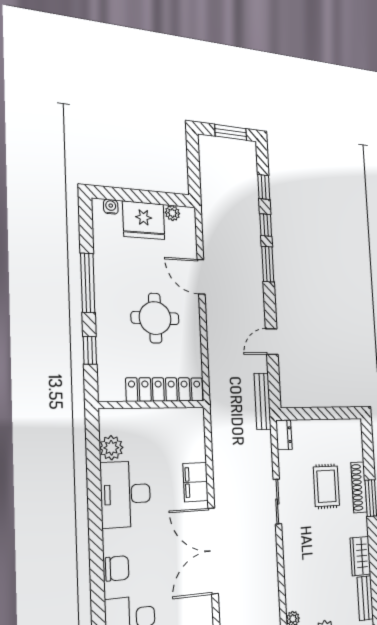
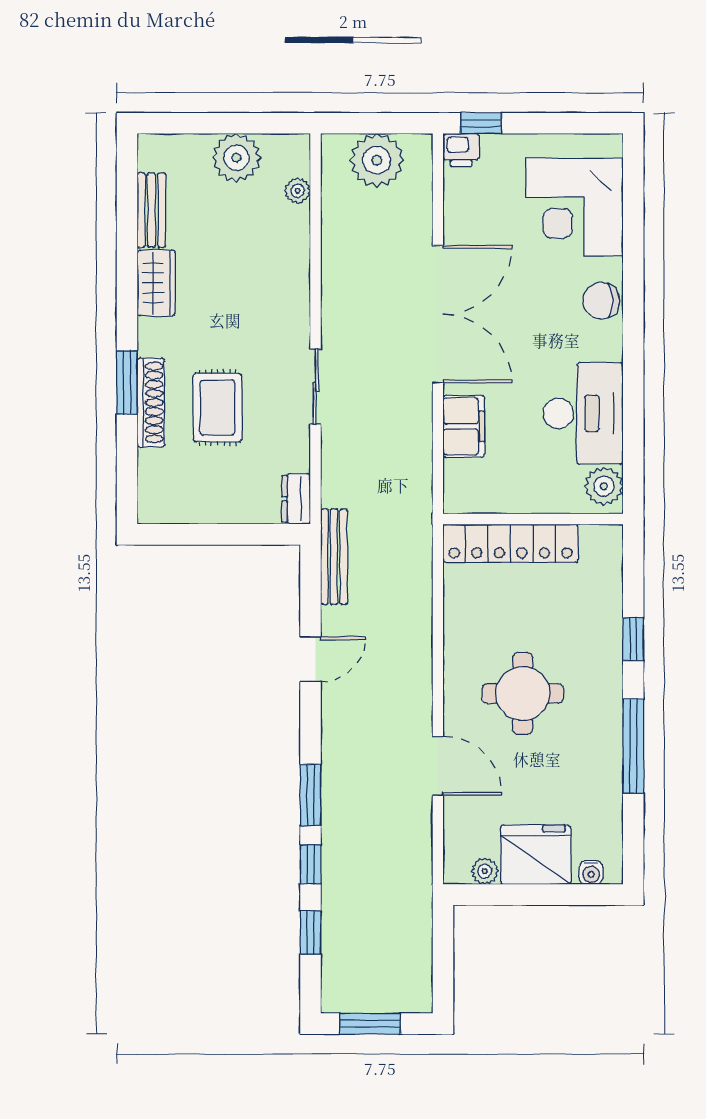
locker: (165, 389) -> (511, 543), moved
wall: (152, 405) -> (533, 519), moved

